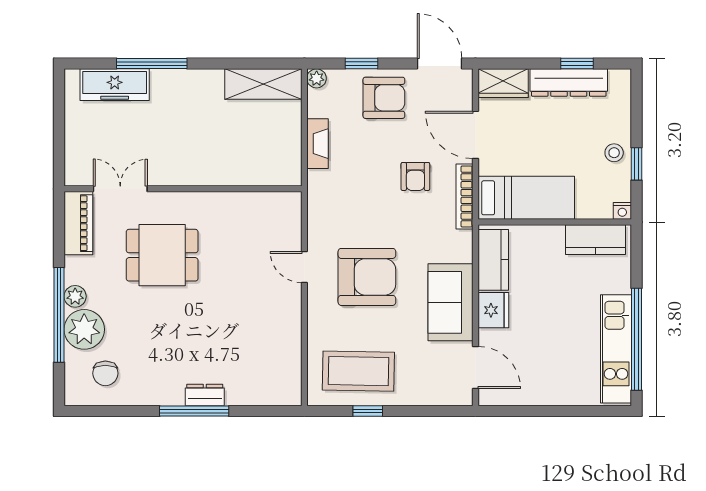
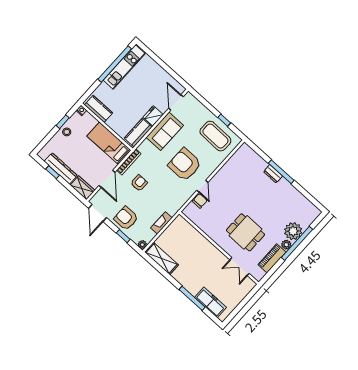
piano: (78, 223) -> (272, 258), moved
chair: (105, 373) -> (200, 201), moved

